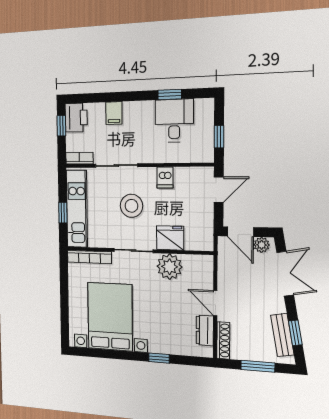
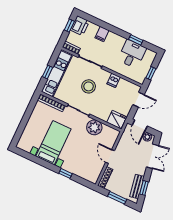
fridge: (170, 238) -> (117, 120), moved
bed with nightstands: (110, 317) -> (53, 143), width x0.73
dresser: (205, 330) -> (98, 168), removed

